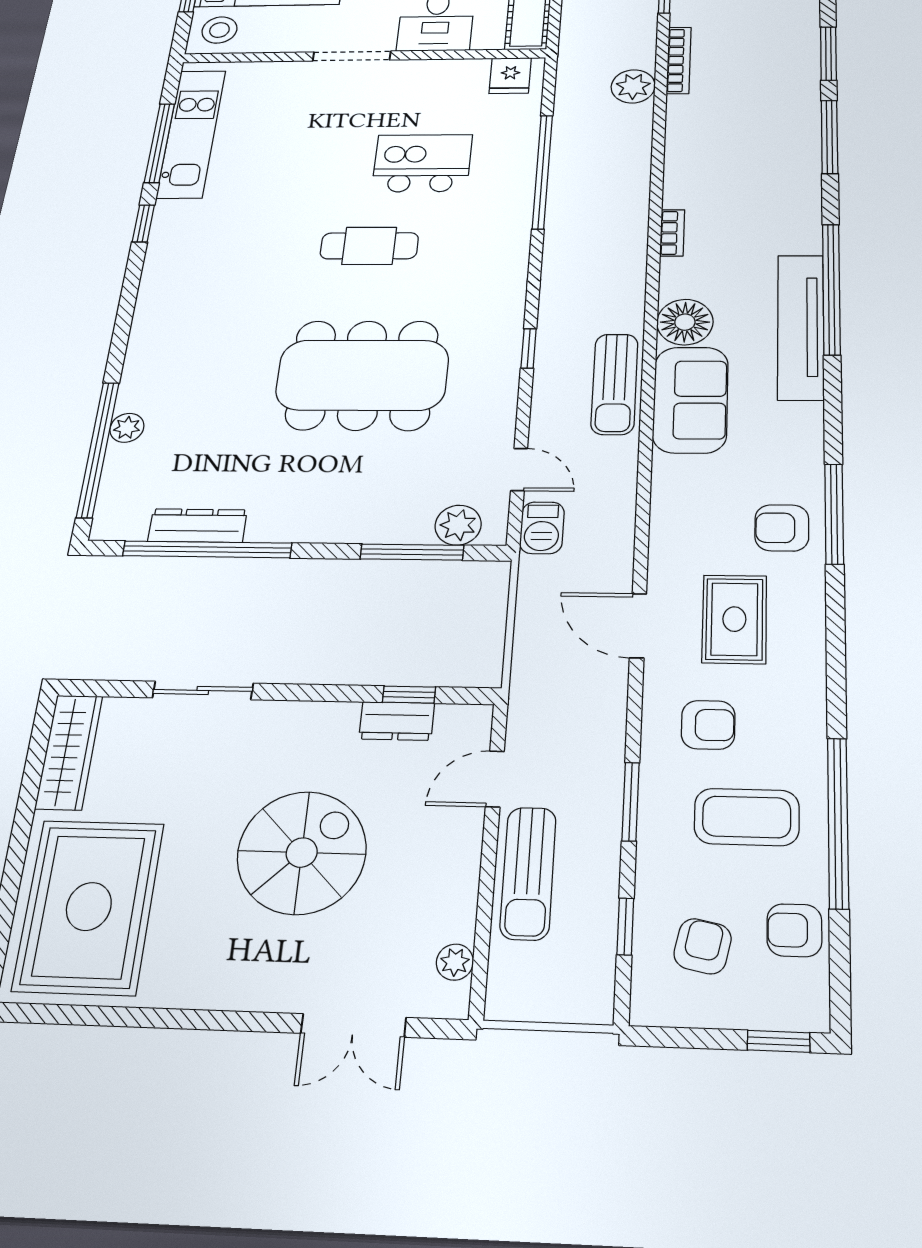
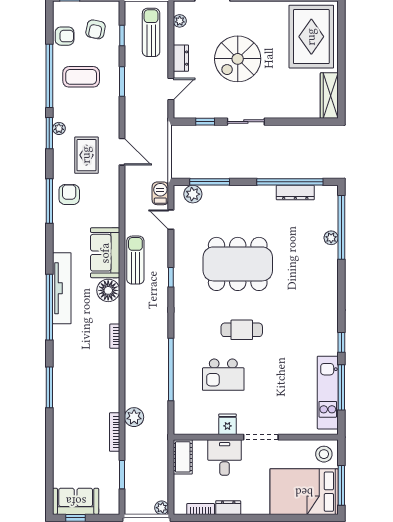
window: (828, 53) -> (49, 133), moved
fridge: (510, 76) -> (227, 424), moved
armchair: (782, 528) -> (69, 194), turned -90
plant: (810, 686) -> (59, 128), added
sliding door: (203, 690) -> (246, 122), moved
dresser: (397, 721) -> (181, 58), moved, turned 90
armchair: (708, 725) -> (95, 112), removed
sun lounger: (528, 873) -> (151, 32), moved

